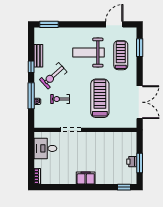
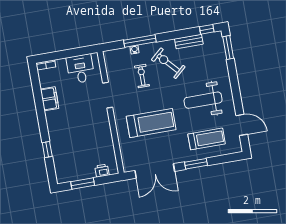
window: (140, 48) -> (196, 164), moved
weight bench: (88, 53) -> (203, 100), turned -90
window: (31, 67) -> (207, 29), moved
printer: (132, 162) -> (102, 171), moved
filing cabinet: (86, 178) -> (50, 99), moved
window: (124, 187) -> (47, 149), moved

